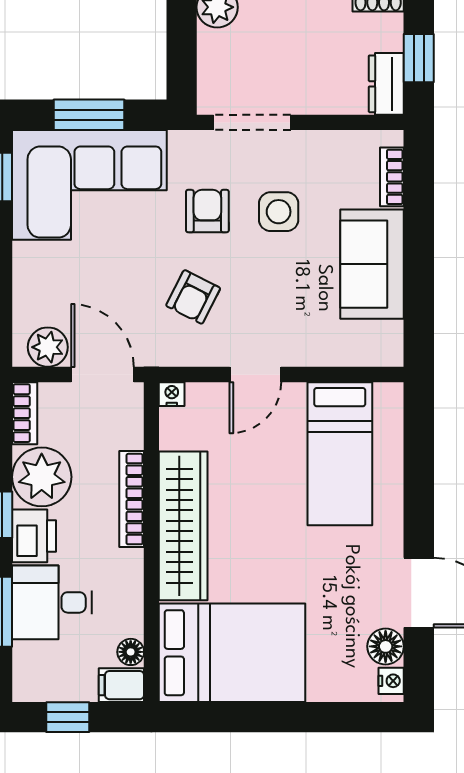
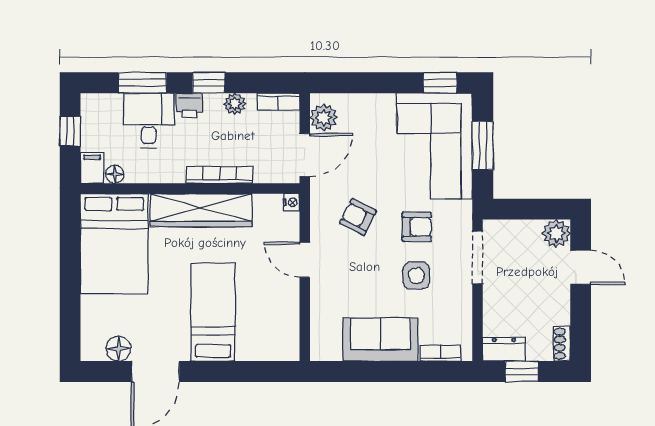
bed: (340, 454) -> (213, 312), moved, turned 90
plant: (42, 477) -> (235, 104), width x0.53, depth x0.53
printer: (34, 536) -> (189, 105), width x0.73, depth x0.81
nightstand: (391, 681) -> (95, 353), removed

